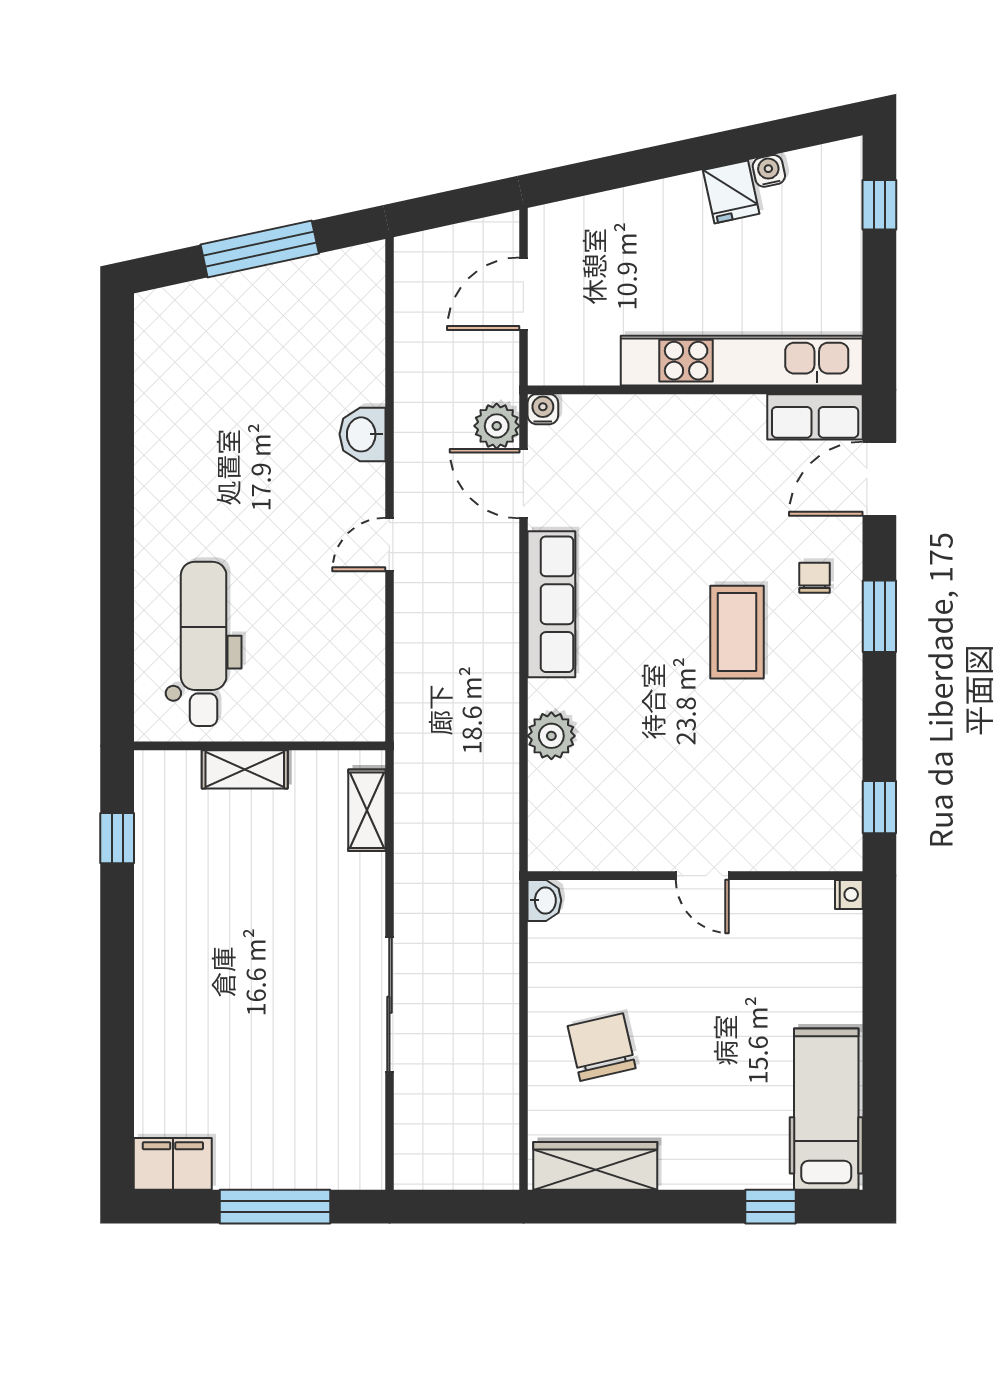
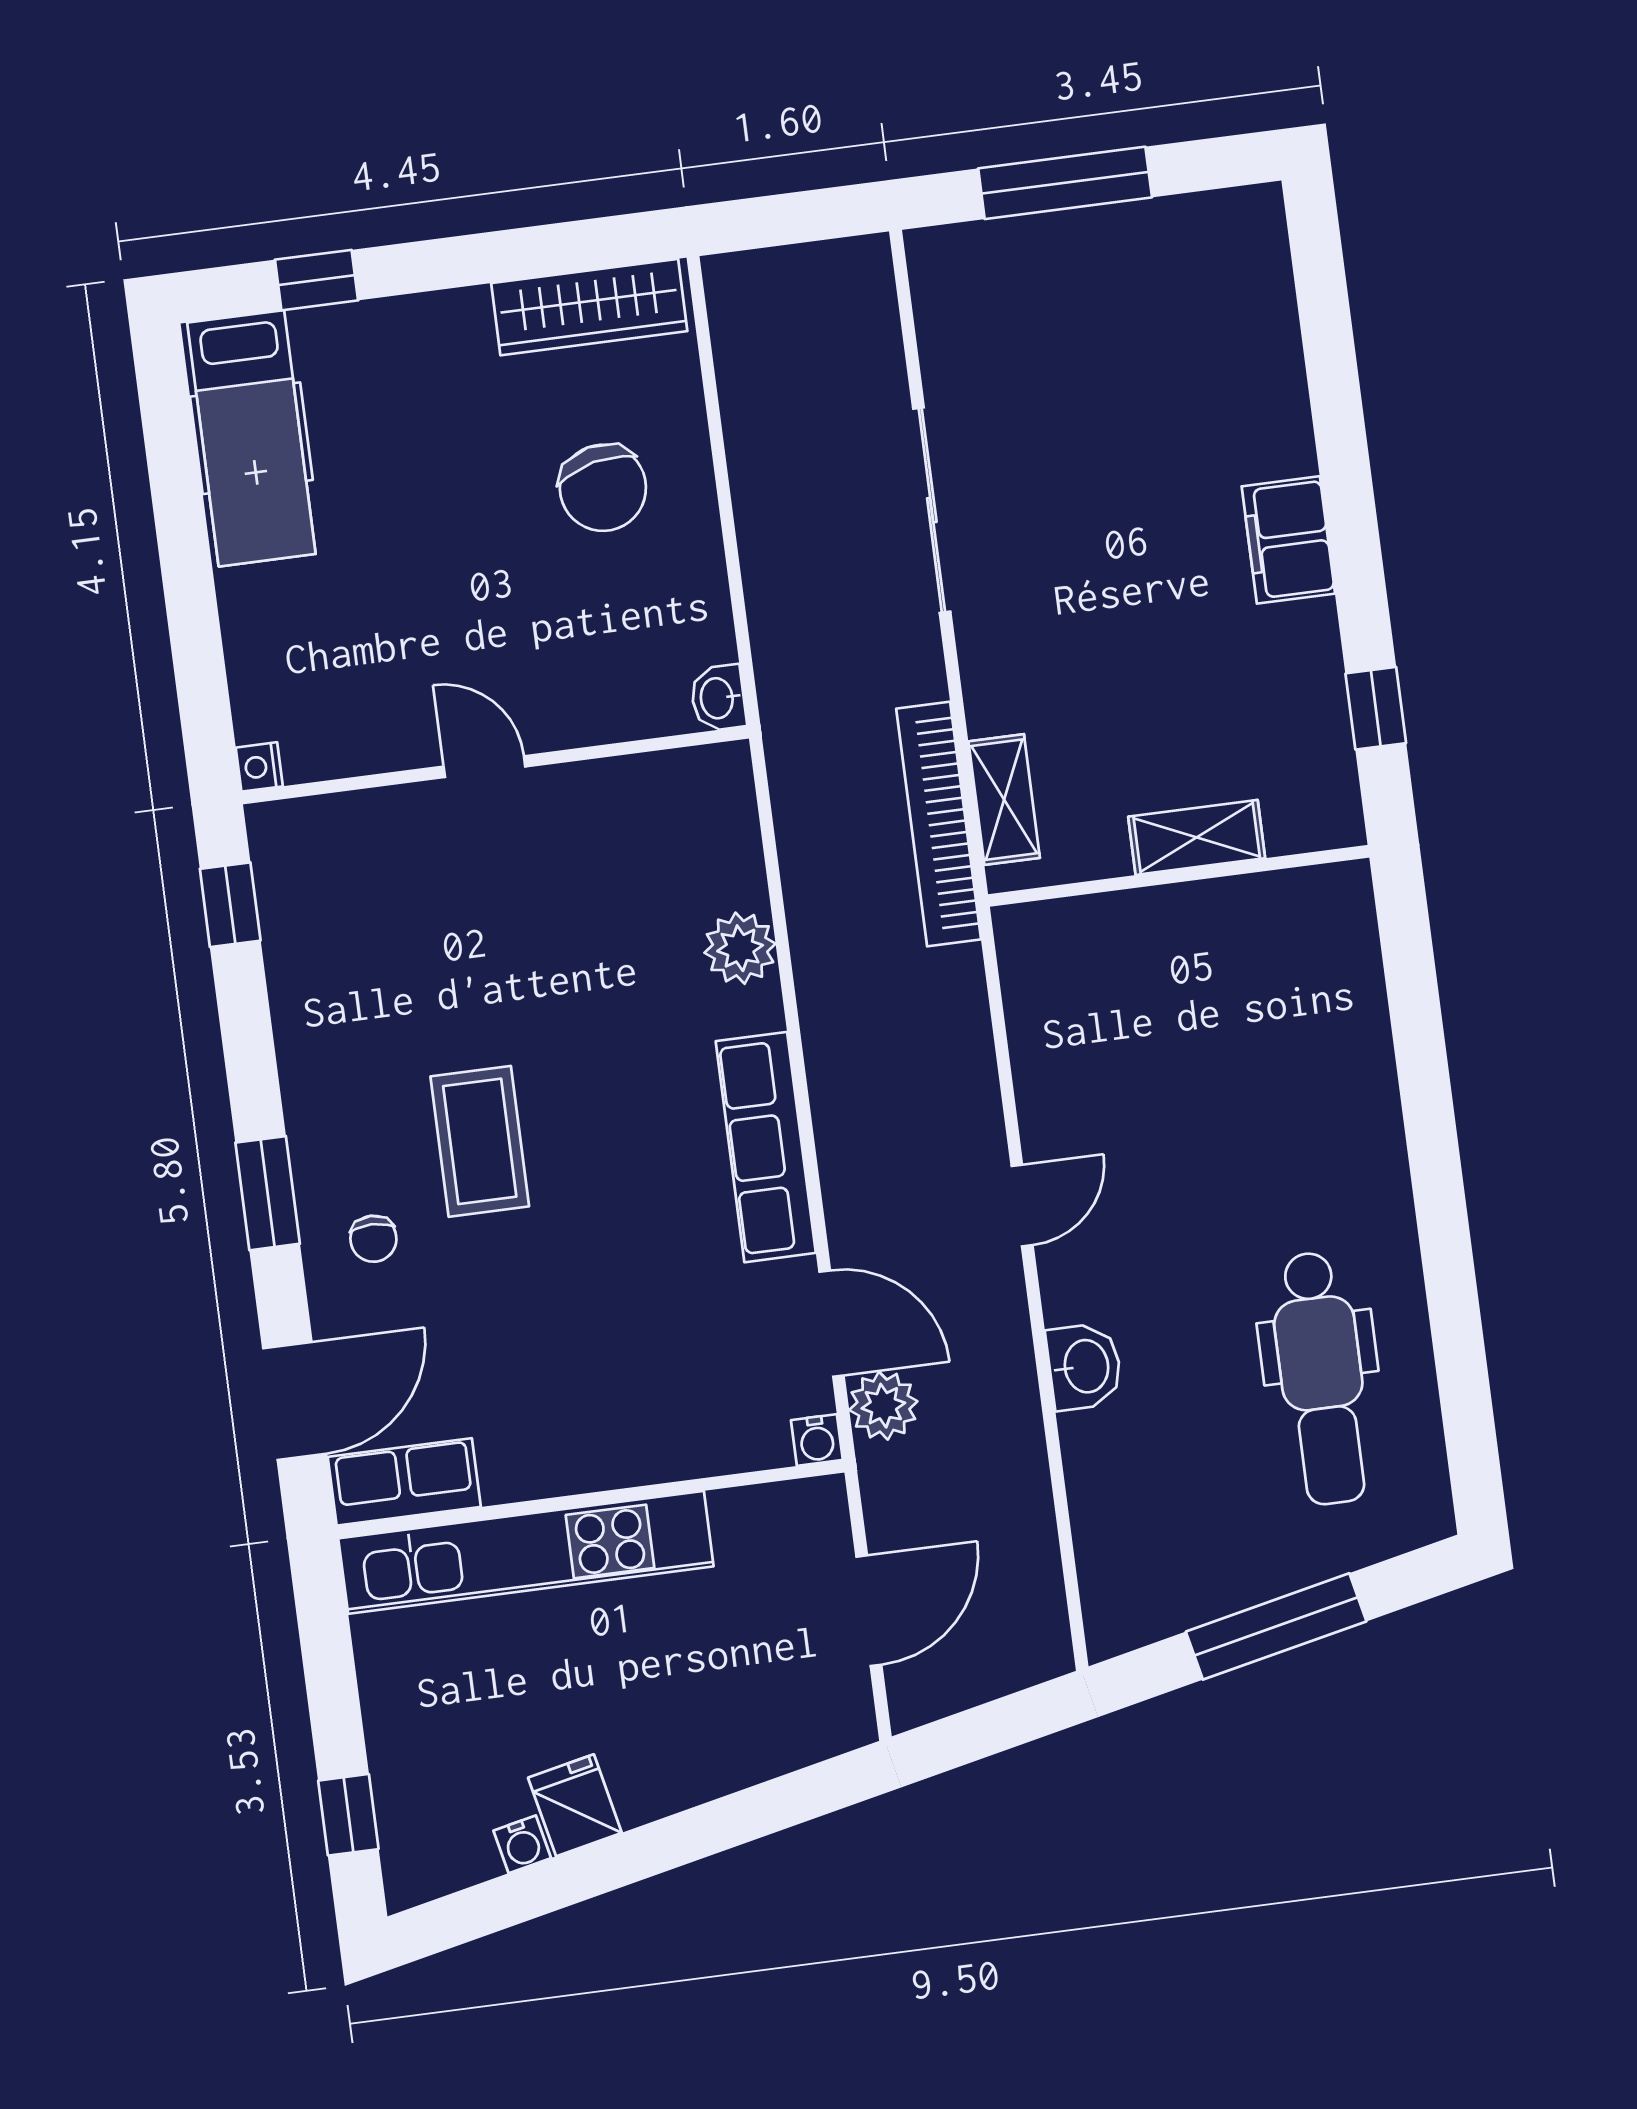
dental chair: (204, 644) -> (1322, 1378), moved
bookcase: (412, 800) -> (939, 824), added
filing cabinet: (173, 1164) -> (1288, 540), moved, turned 90

